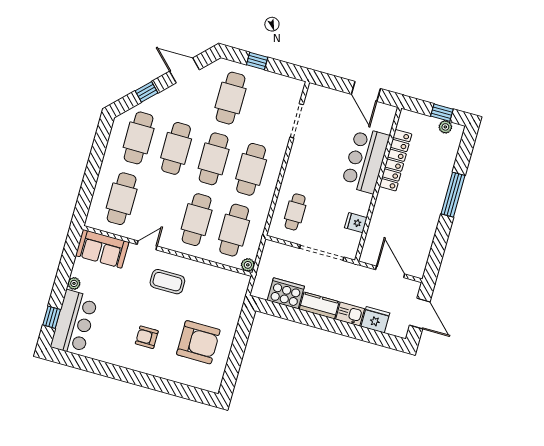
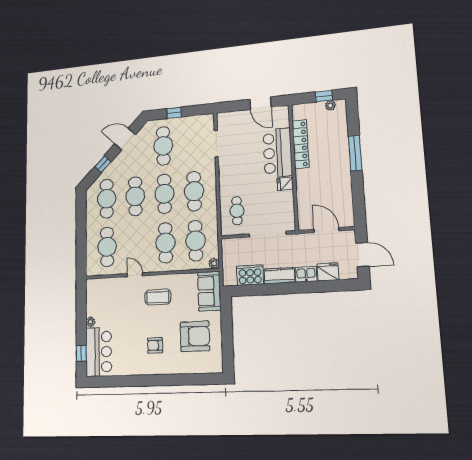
fridge: (356, 223) -> (285, 184), moved
door: (147, 245) -> (135, 275), hinge flipped
sofa: (102, 249) -> (209, 291), moved, turned 90

